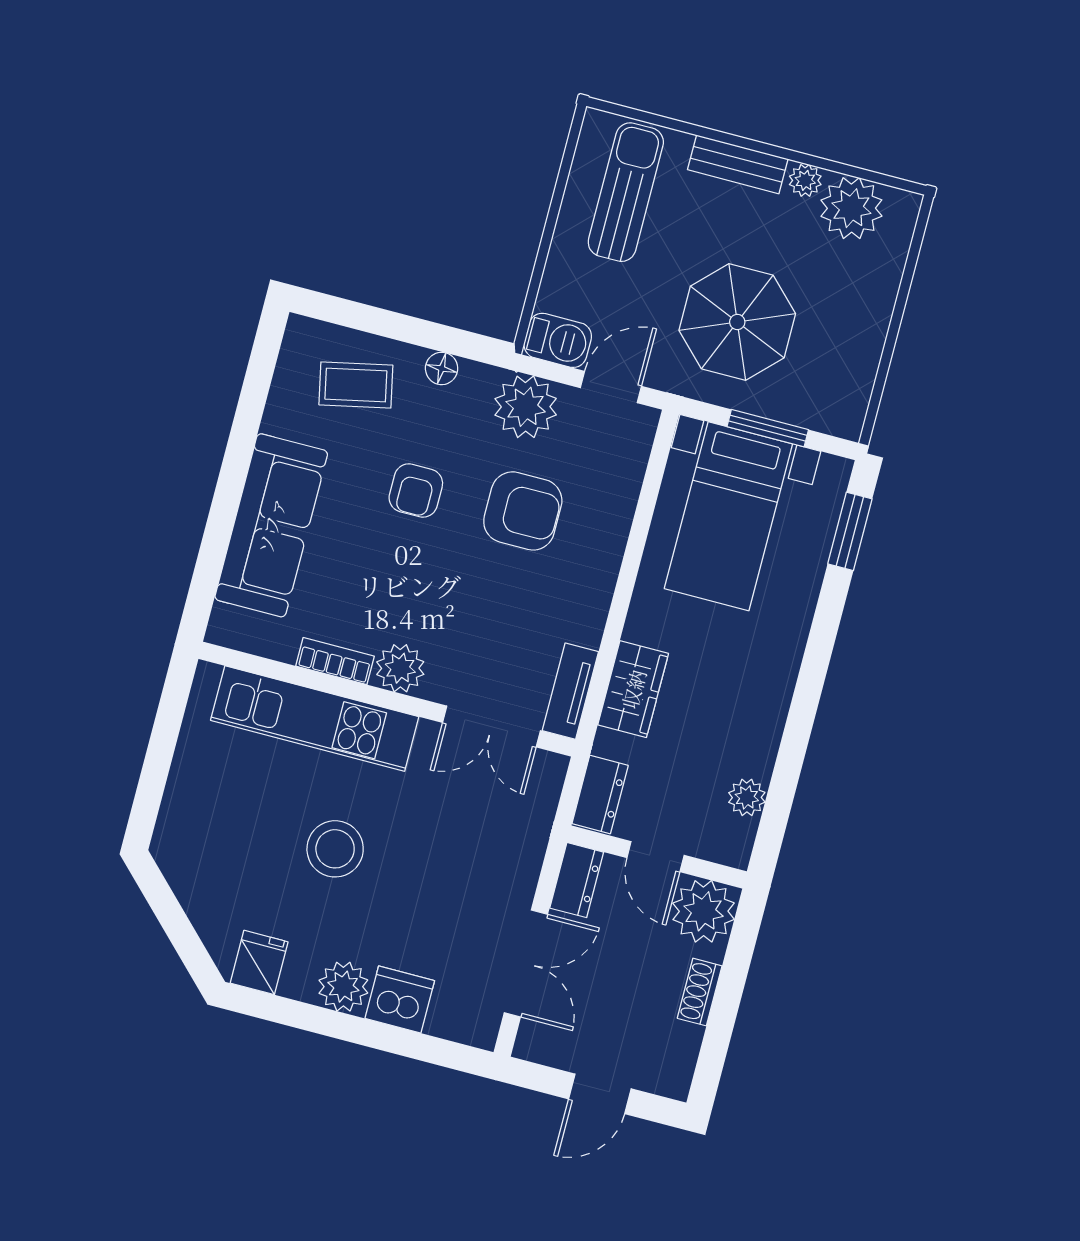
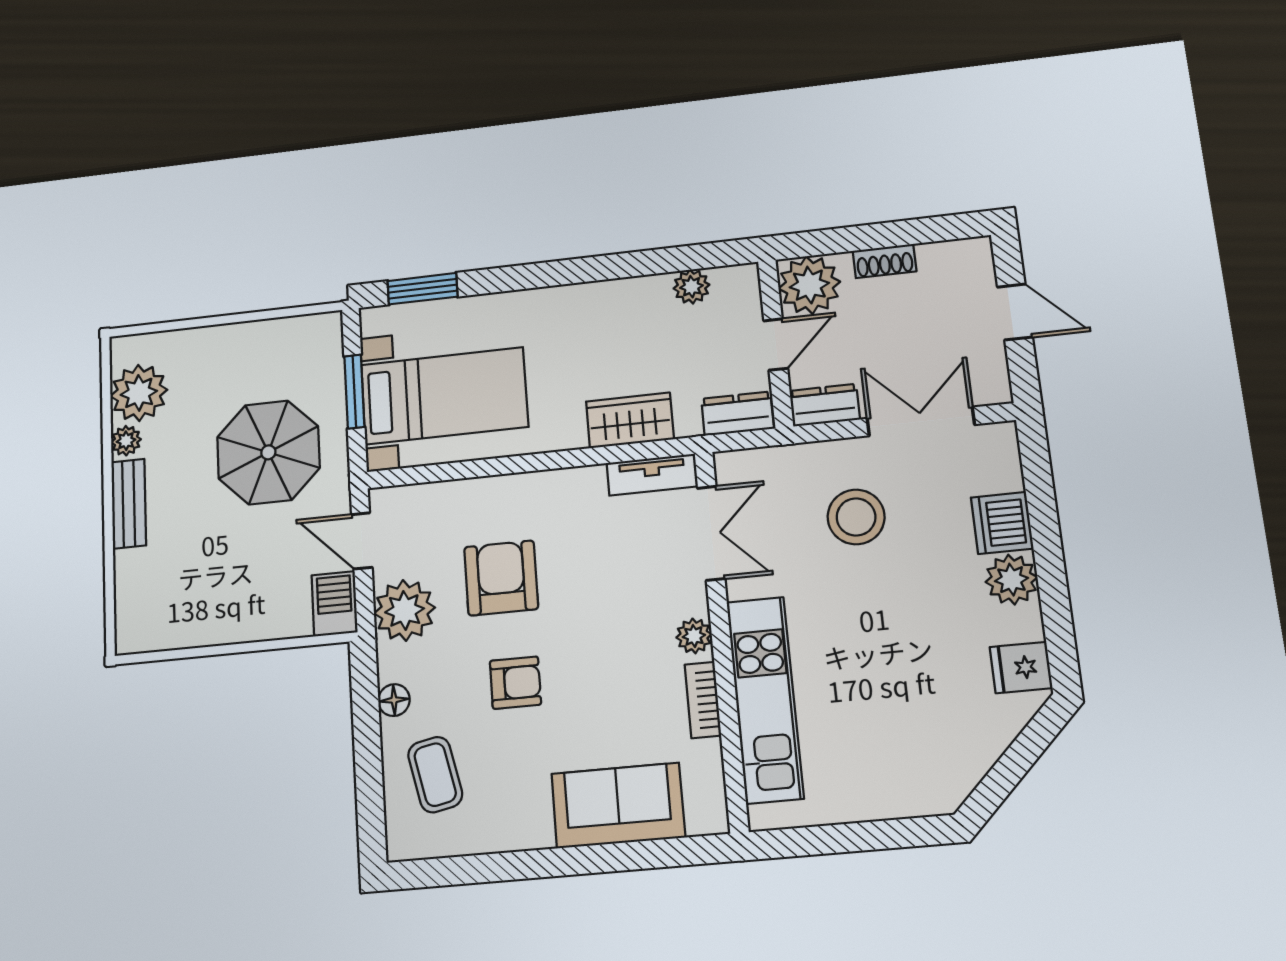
sun lounger: (626, 192) -> (182, 592), removed
sofa: (271, 525) -> (618, 805), width x0.73
plant: (400, 668) -> (694, 636), width x0.73, depth x0.73
stool: (335, 849) -> (856, 517), moved

